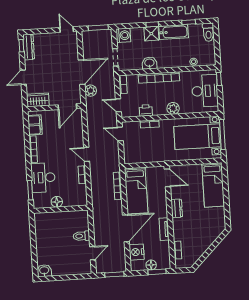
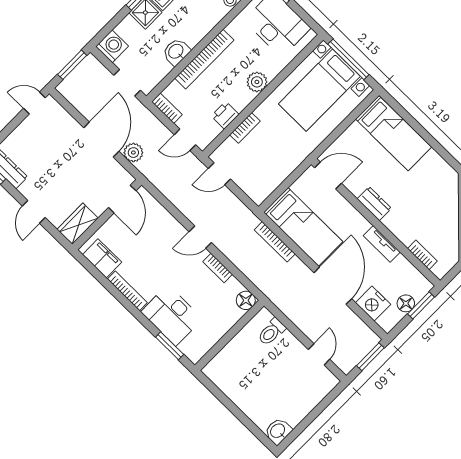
floor lamp: (57, 202) -> (246, 300), moved
toilet: (81, 236) -> (272, 332), moved

